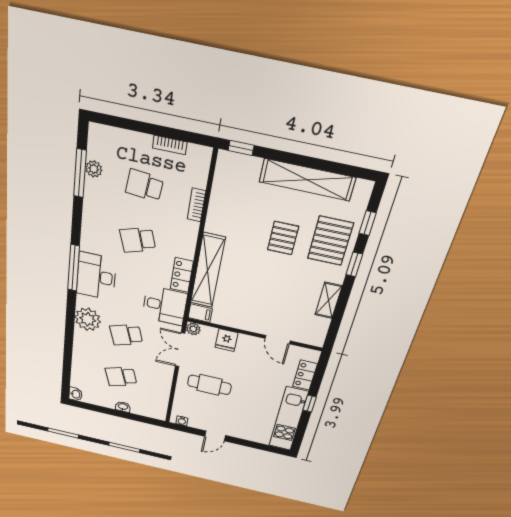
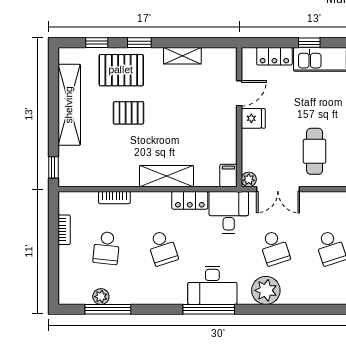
shelving: (208, 271) -> (166, 176), width x0.68
fridge: (227, 340) -> (253, 118), moved

